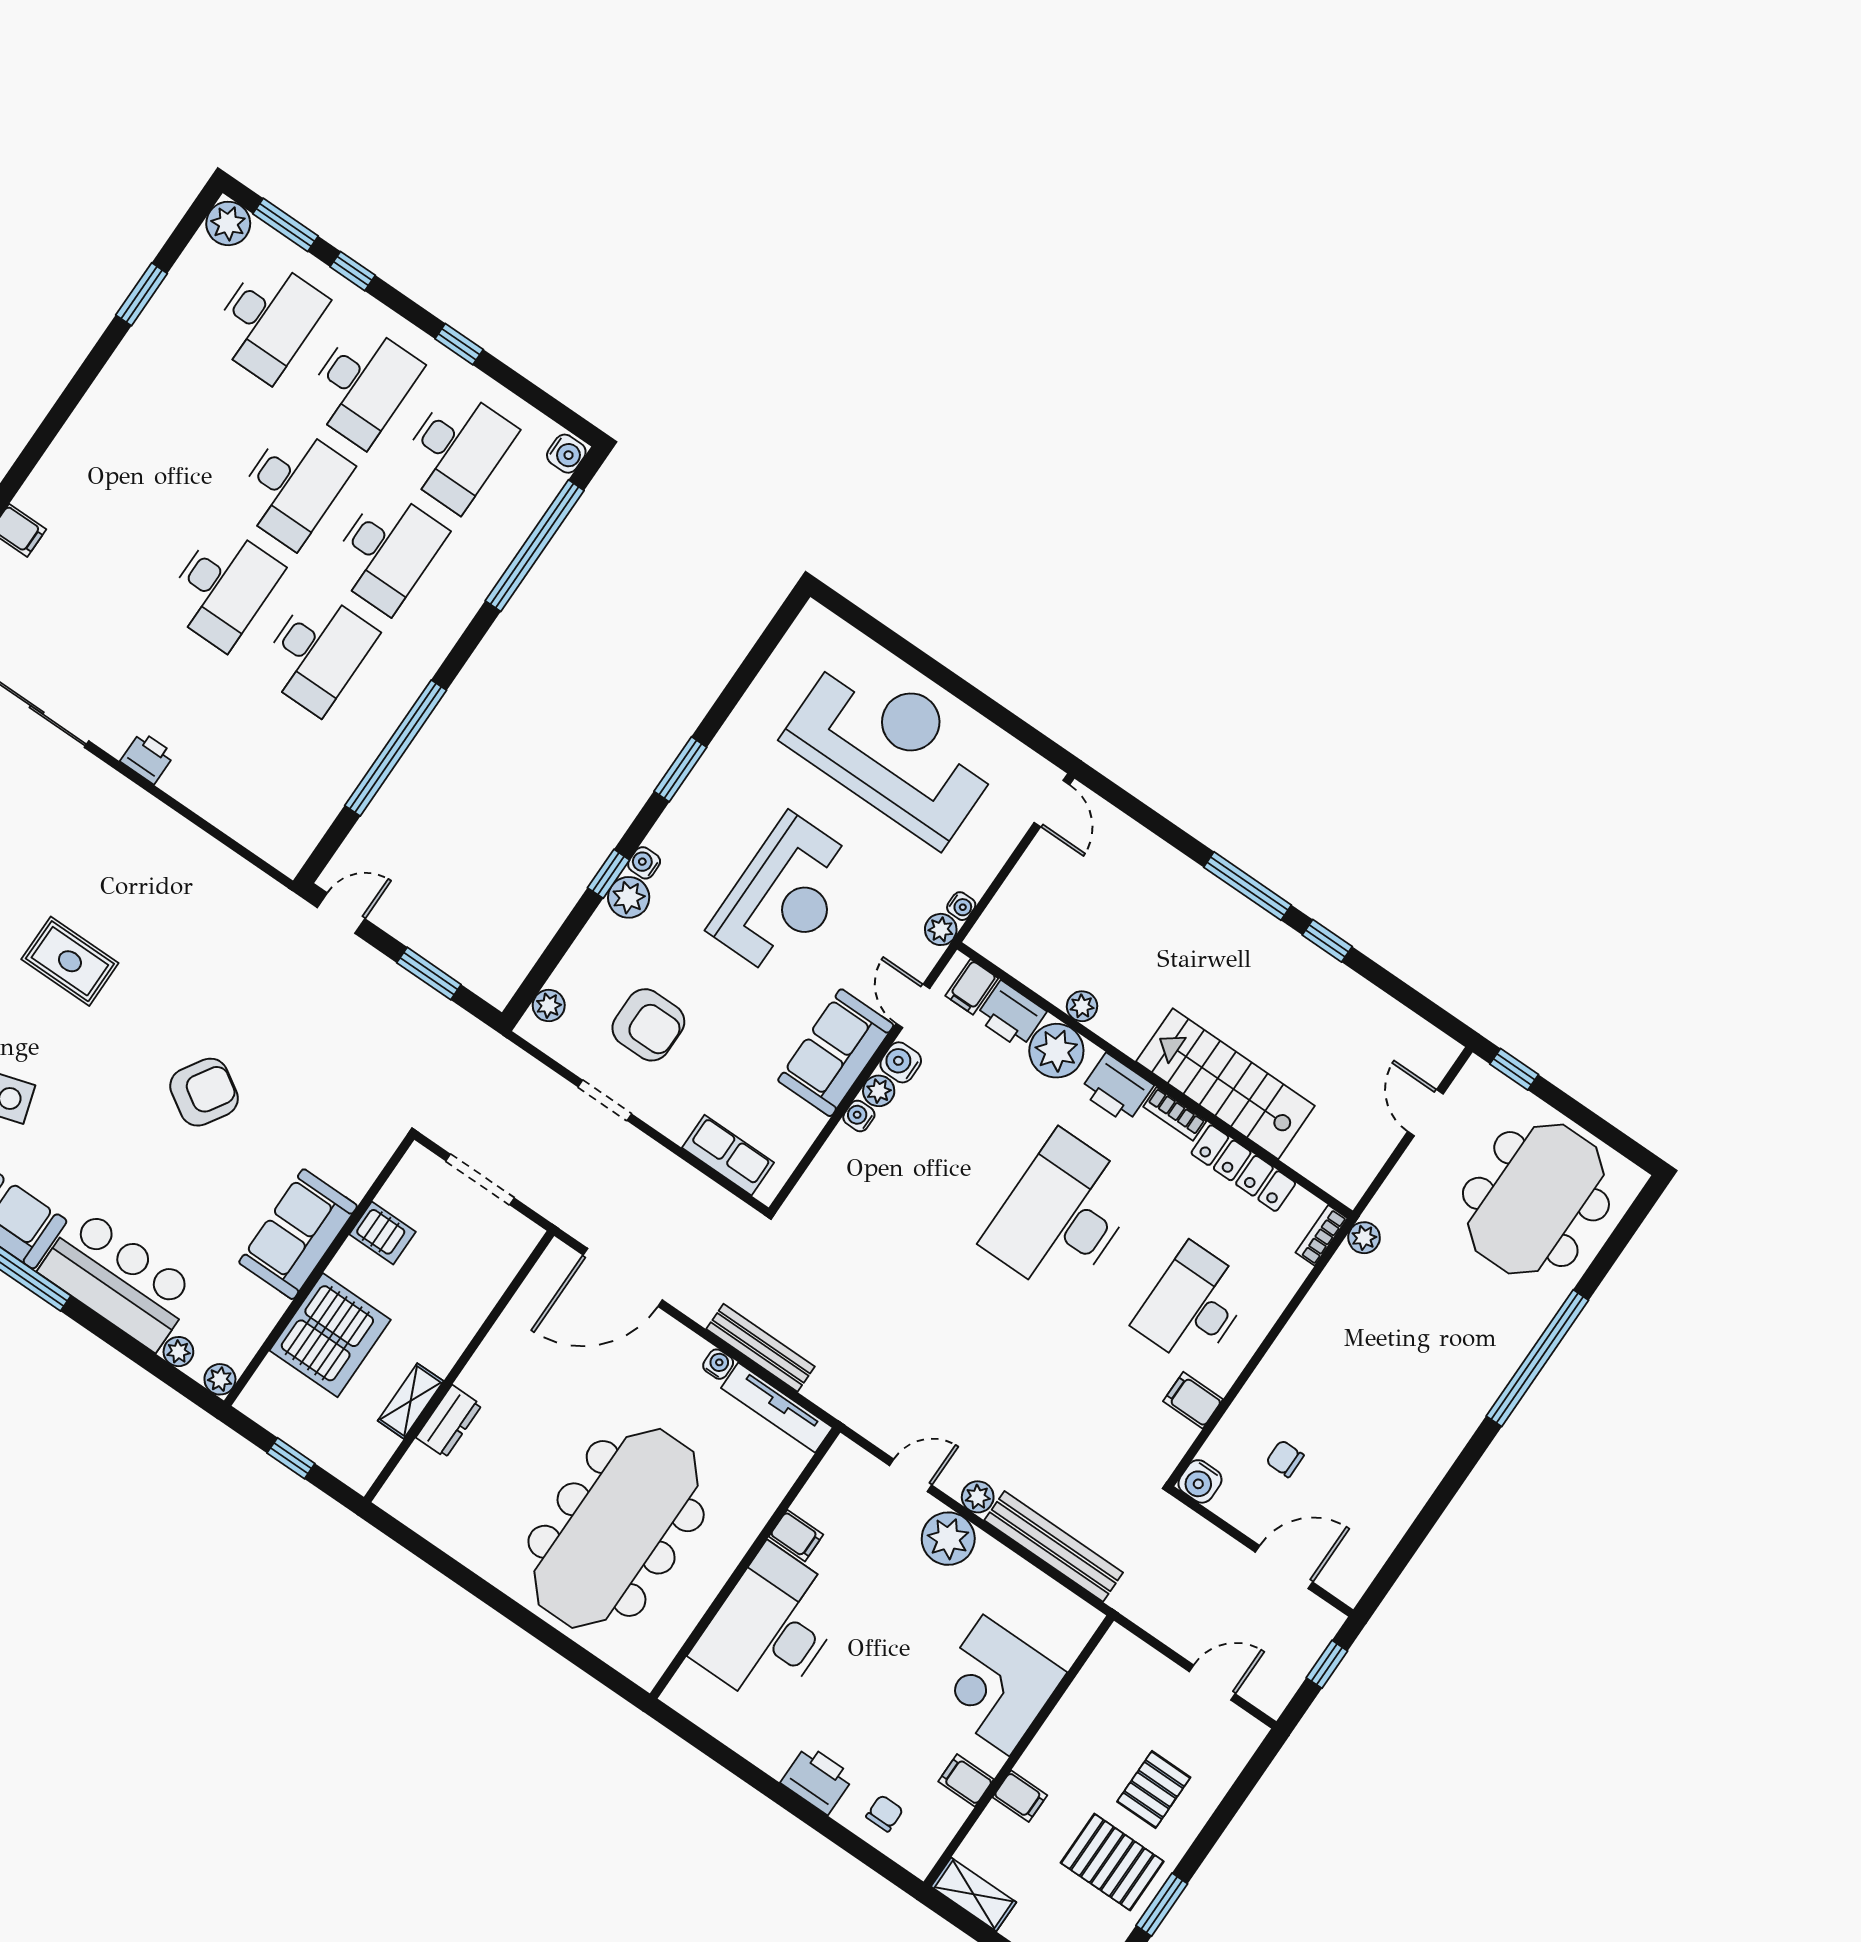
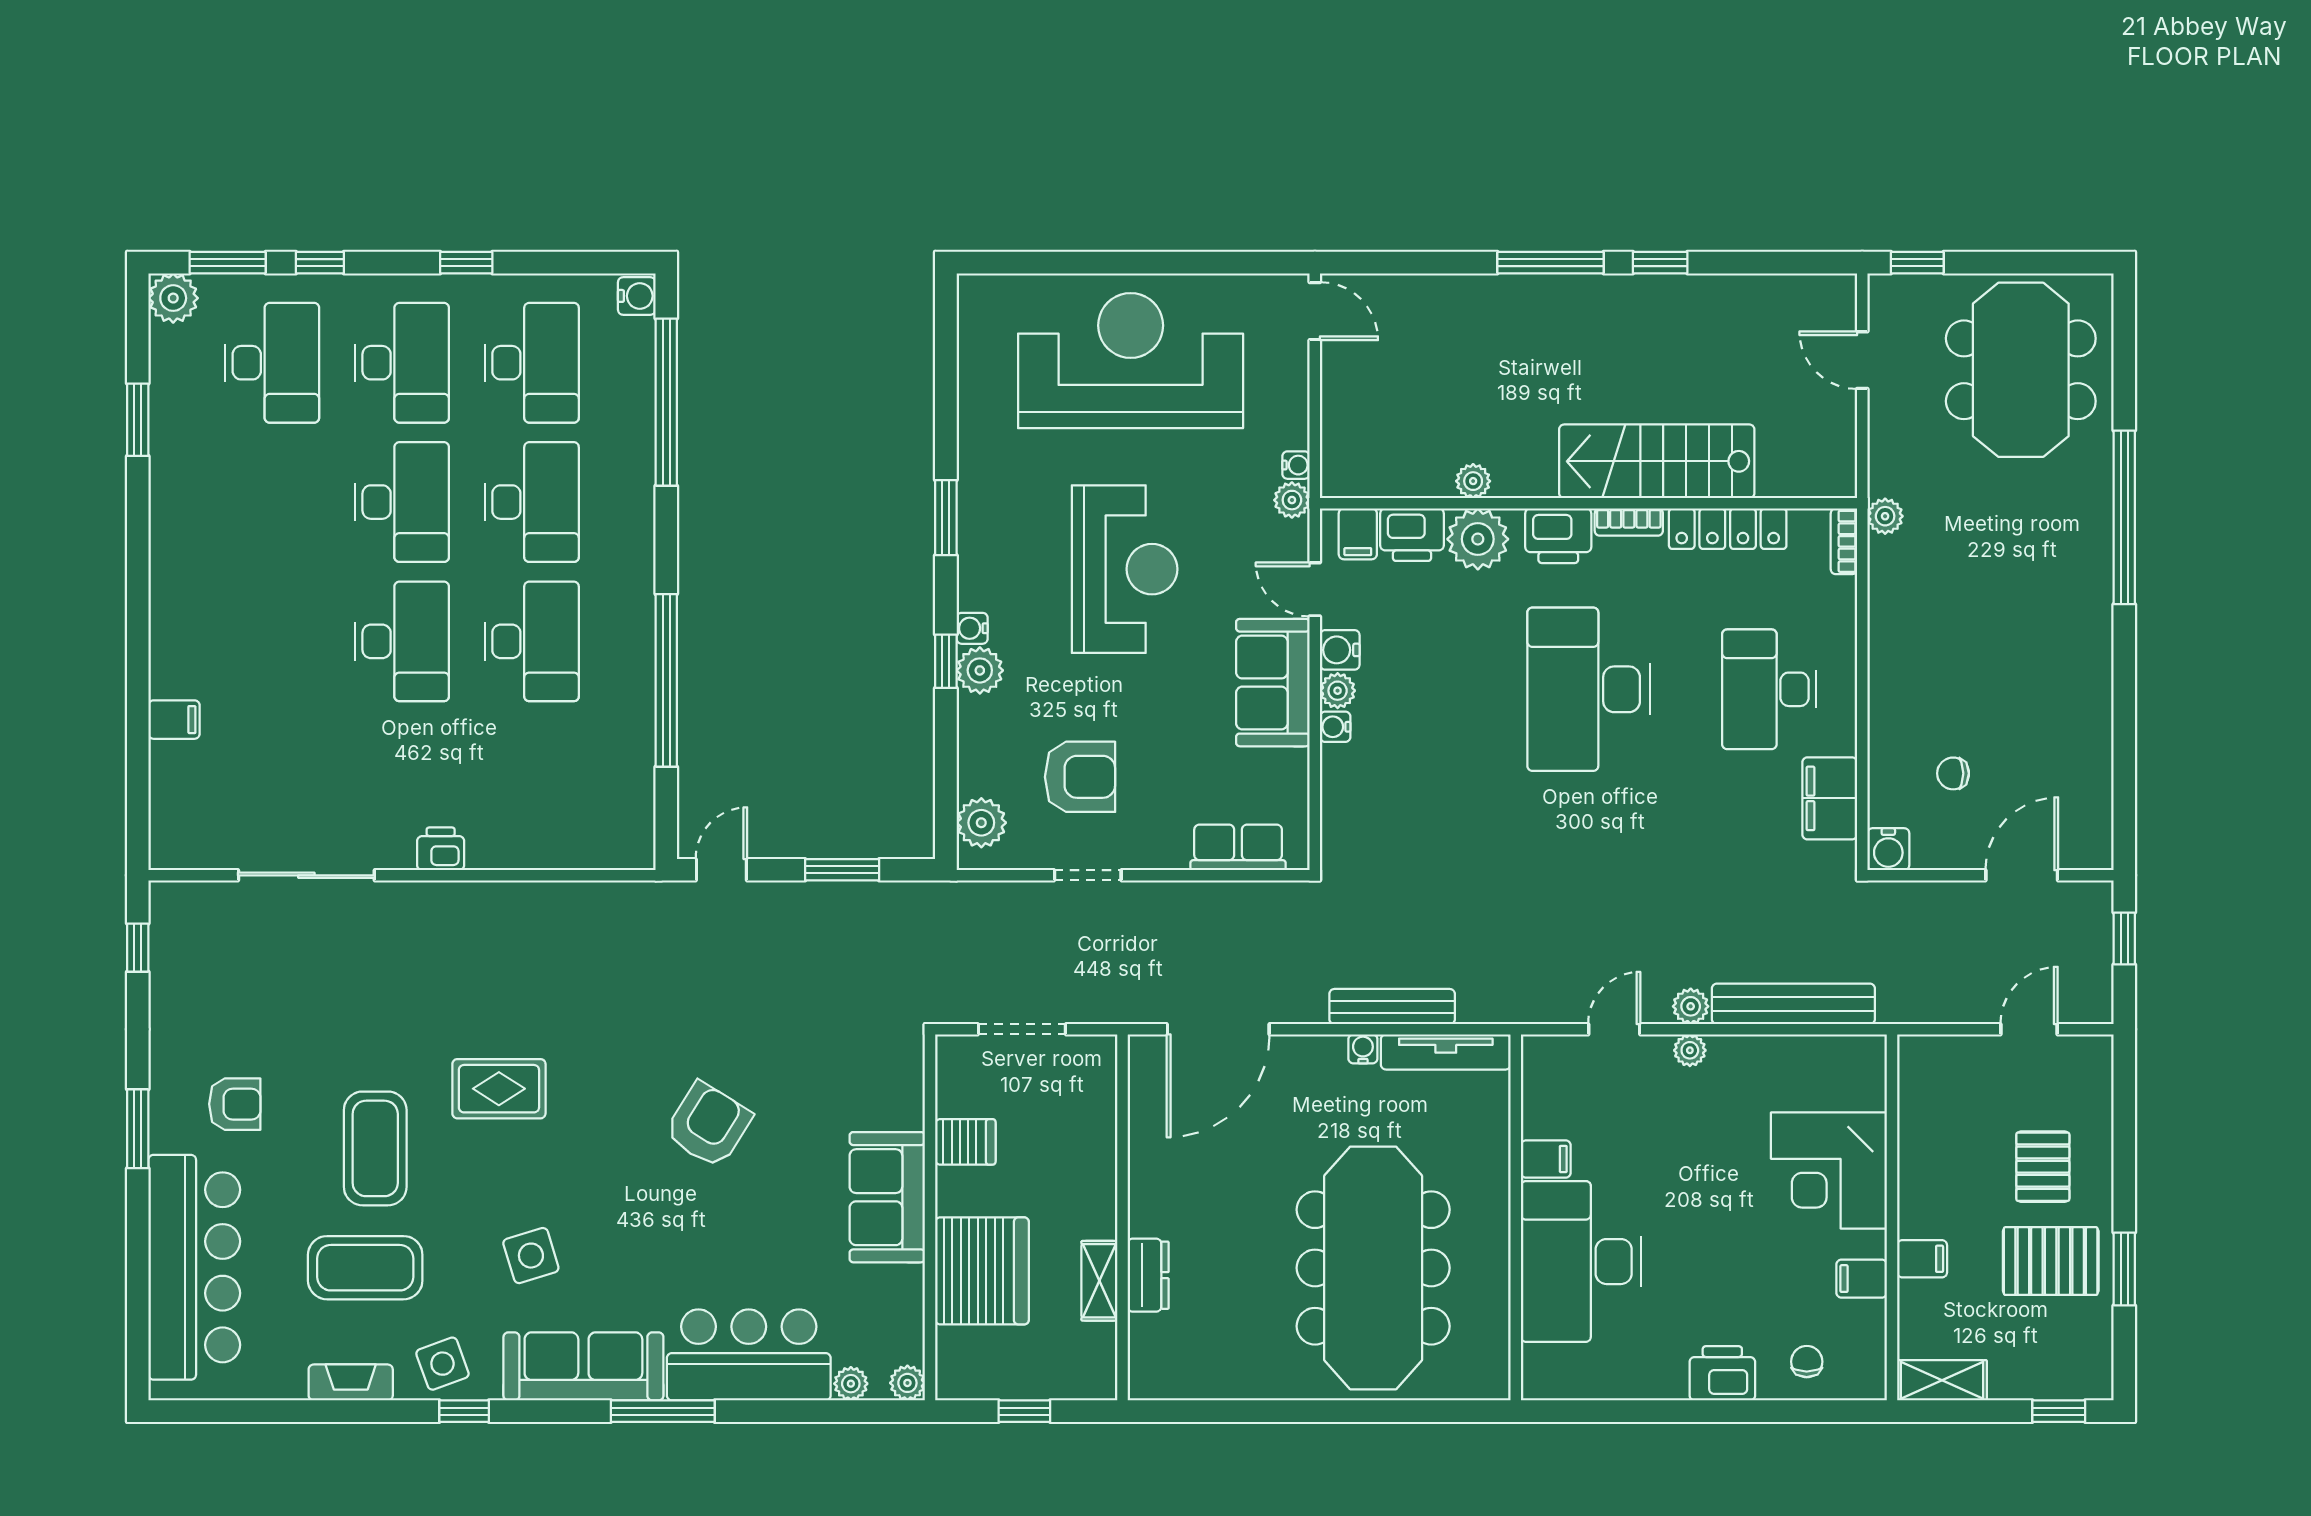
plant: (549, 1006) -> (981, 823), width x1.38, depth x1.38
filing cabinet: (1193, 1400) -> (1830, 798), width x2.00
plant: (948, 1539) -> (1690, 1050), width x0.53, depth x0.53

